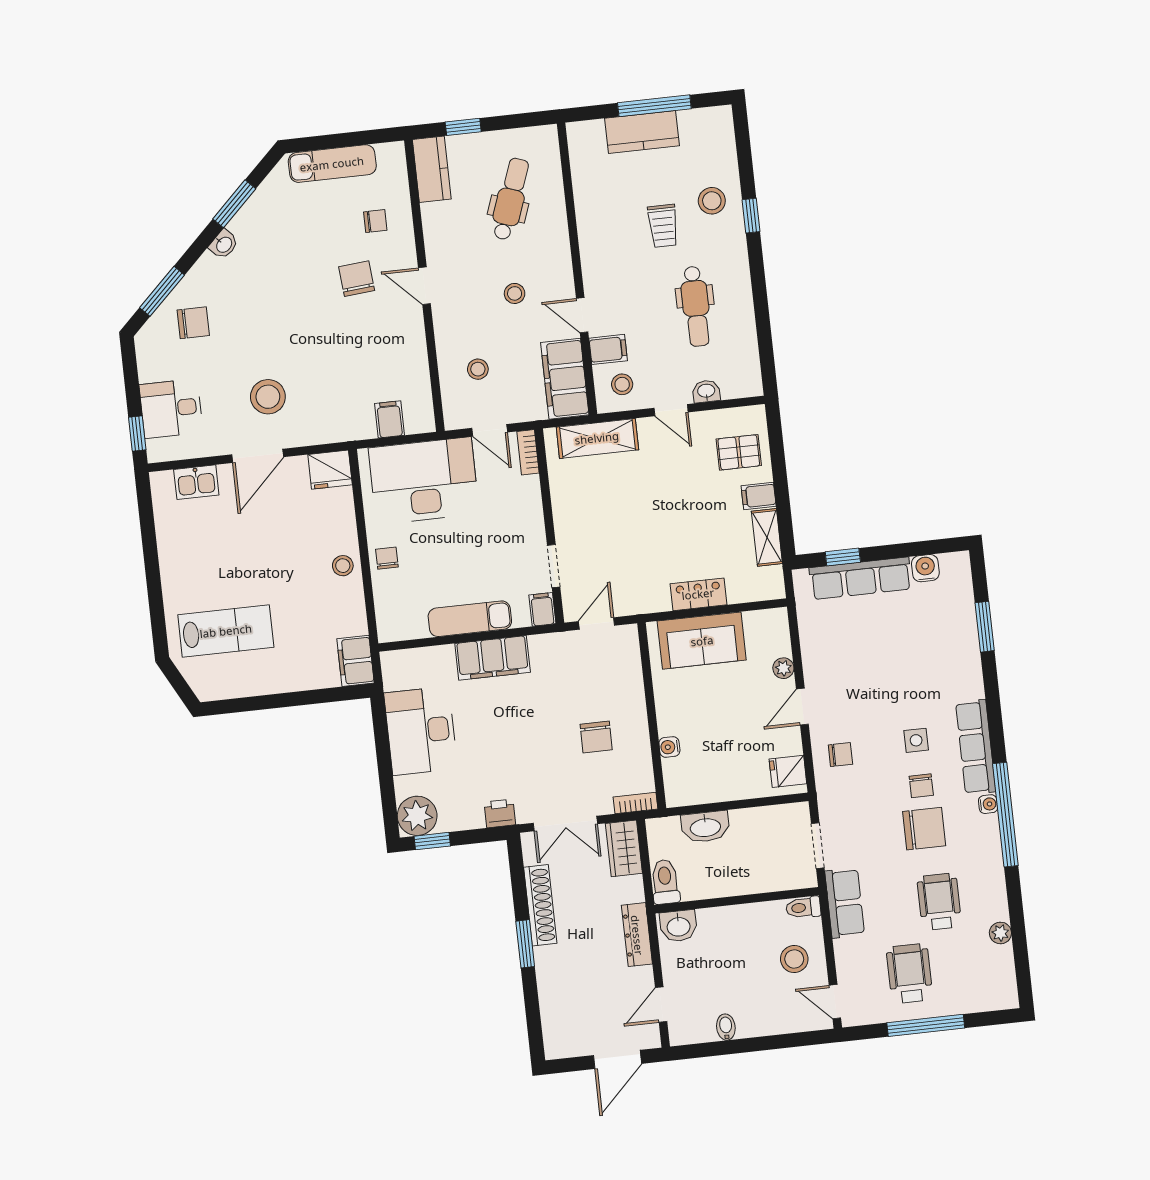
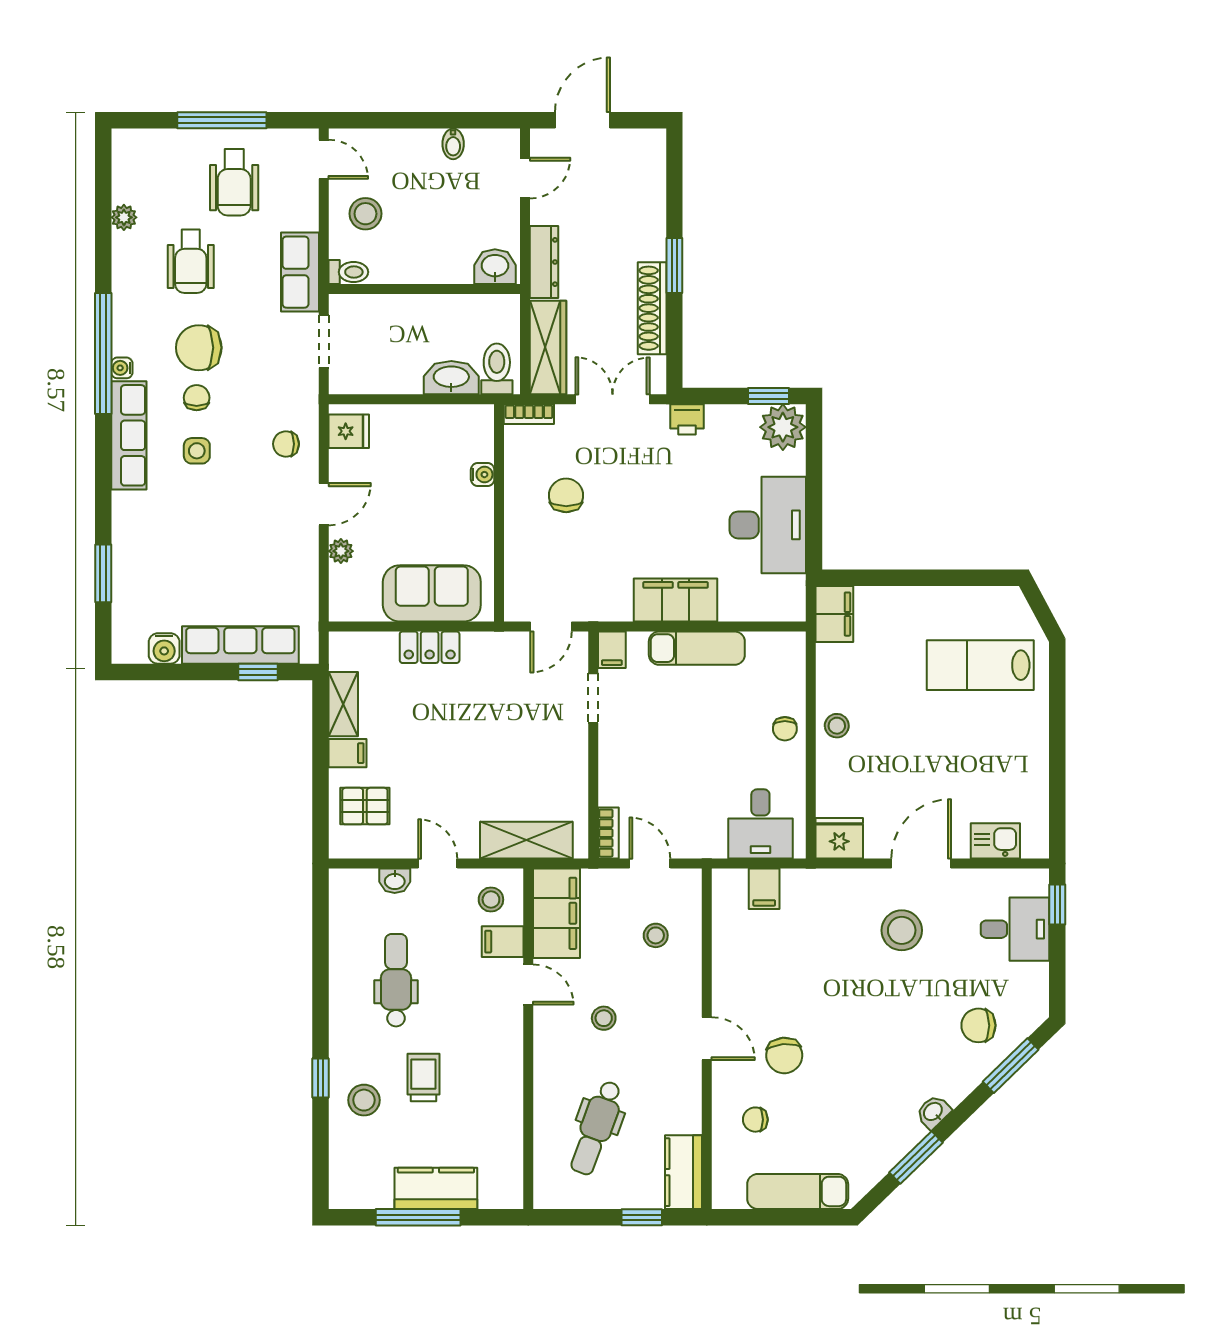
desk: (424, 481) -> (760, 824), width x0.53, depth x0.77
wardrobe: (624, 848) -> (548, 348), width x1.50
toilet: (665, 882) -> (497, 369), moved, turned 180

